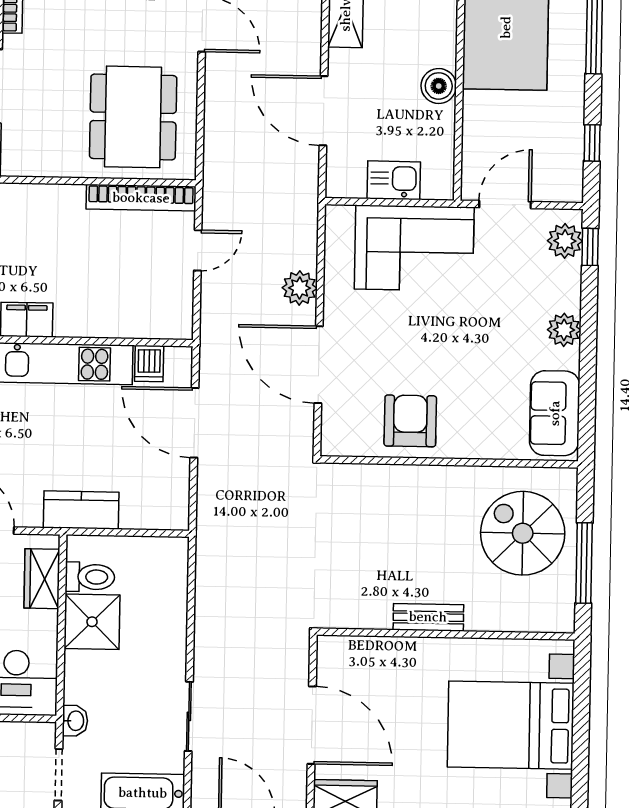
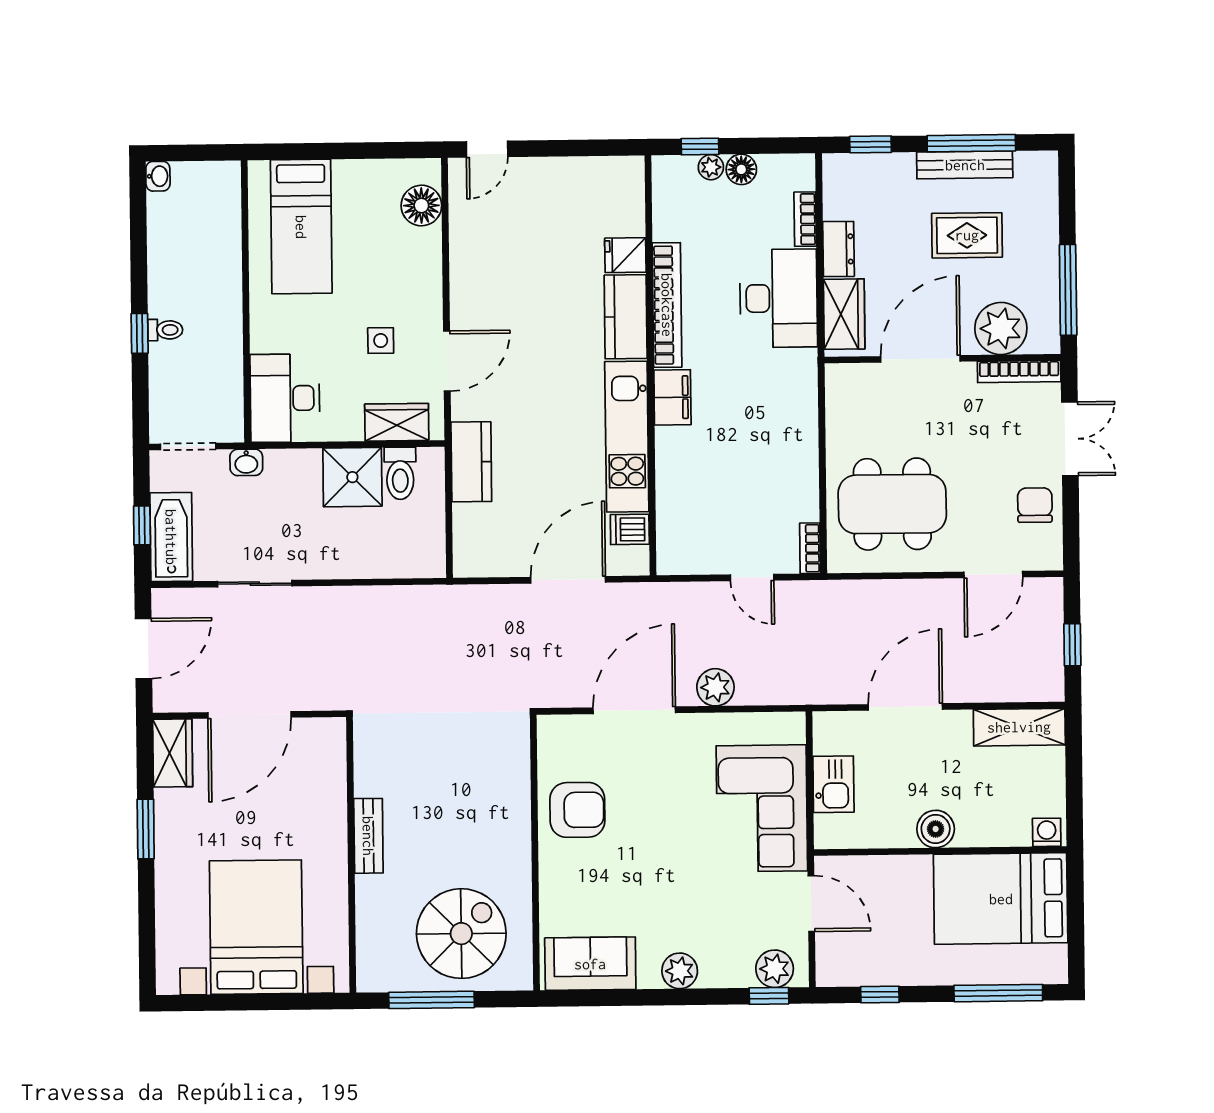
bookcase: (141, 198) -> (810, 548), width x0.43, depth x0.76

